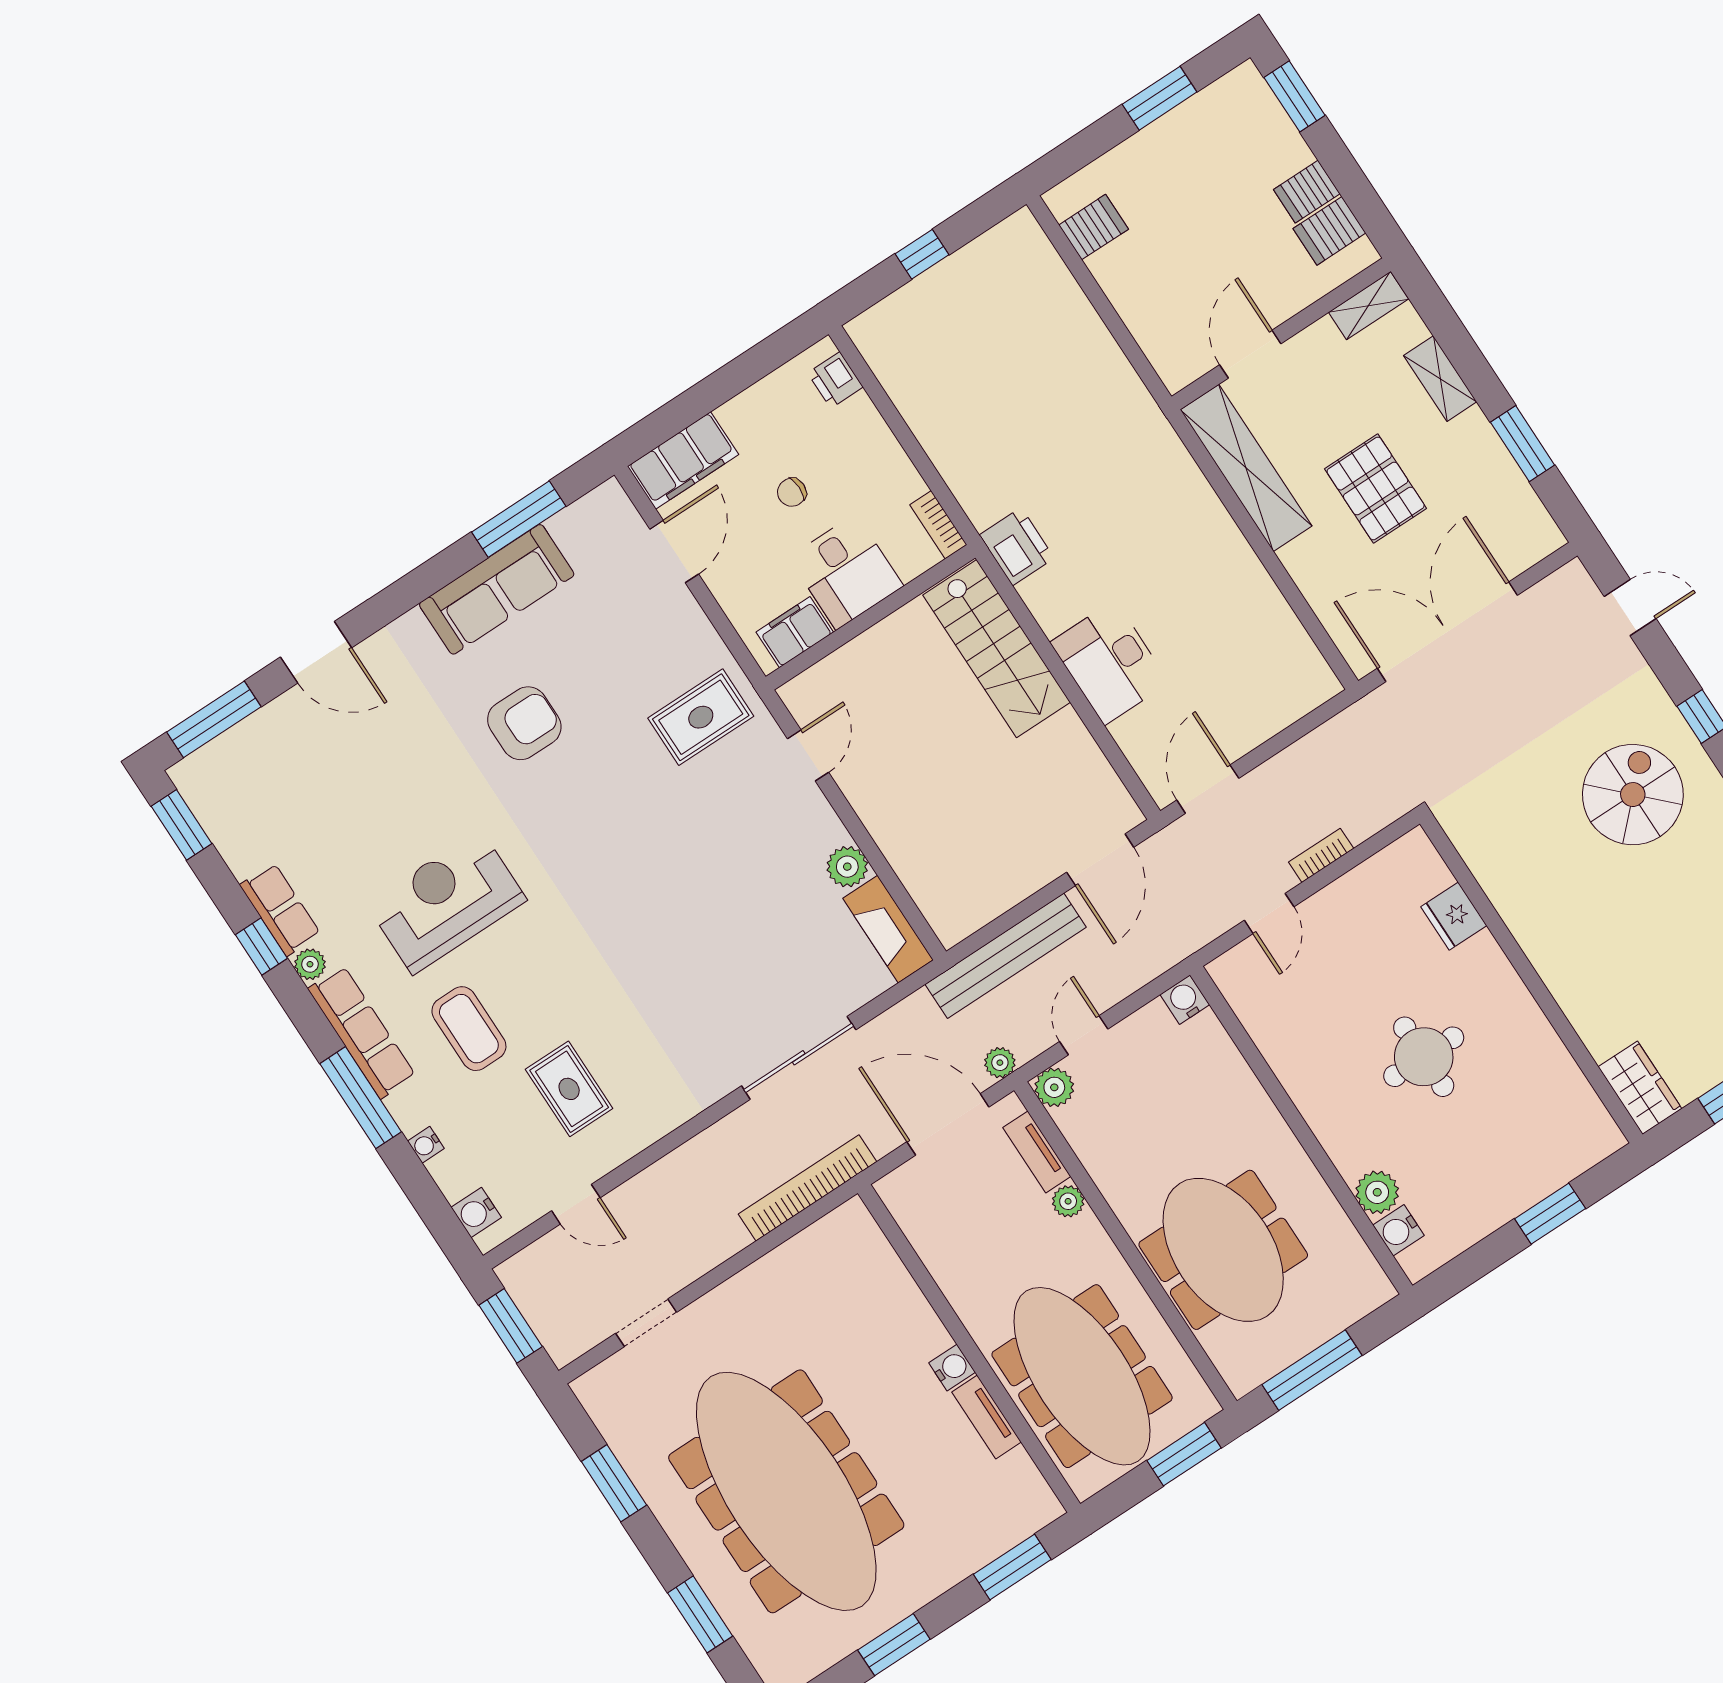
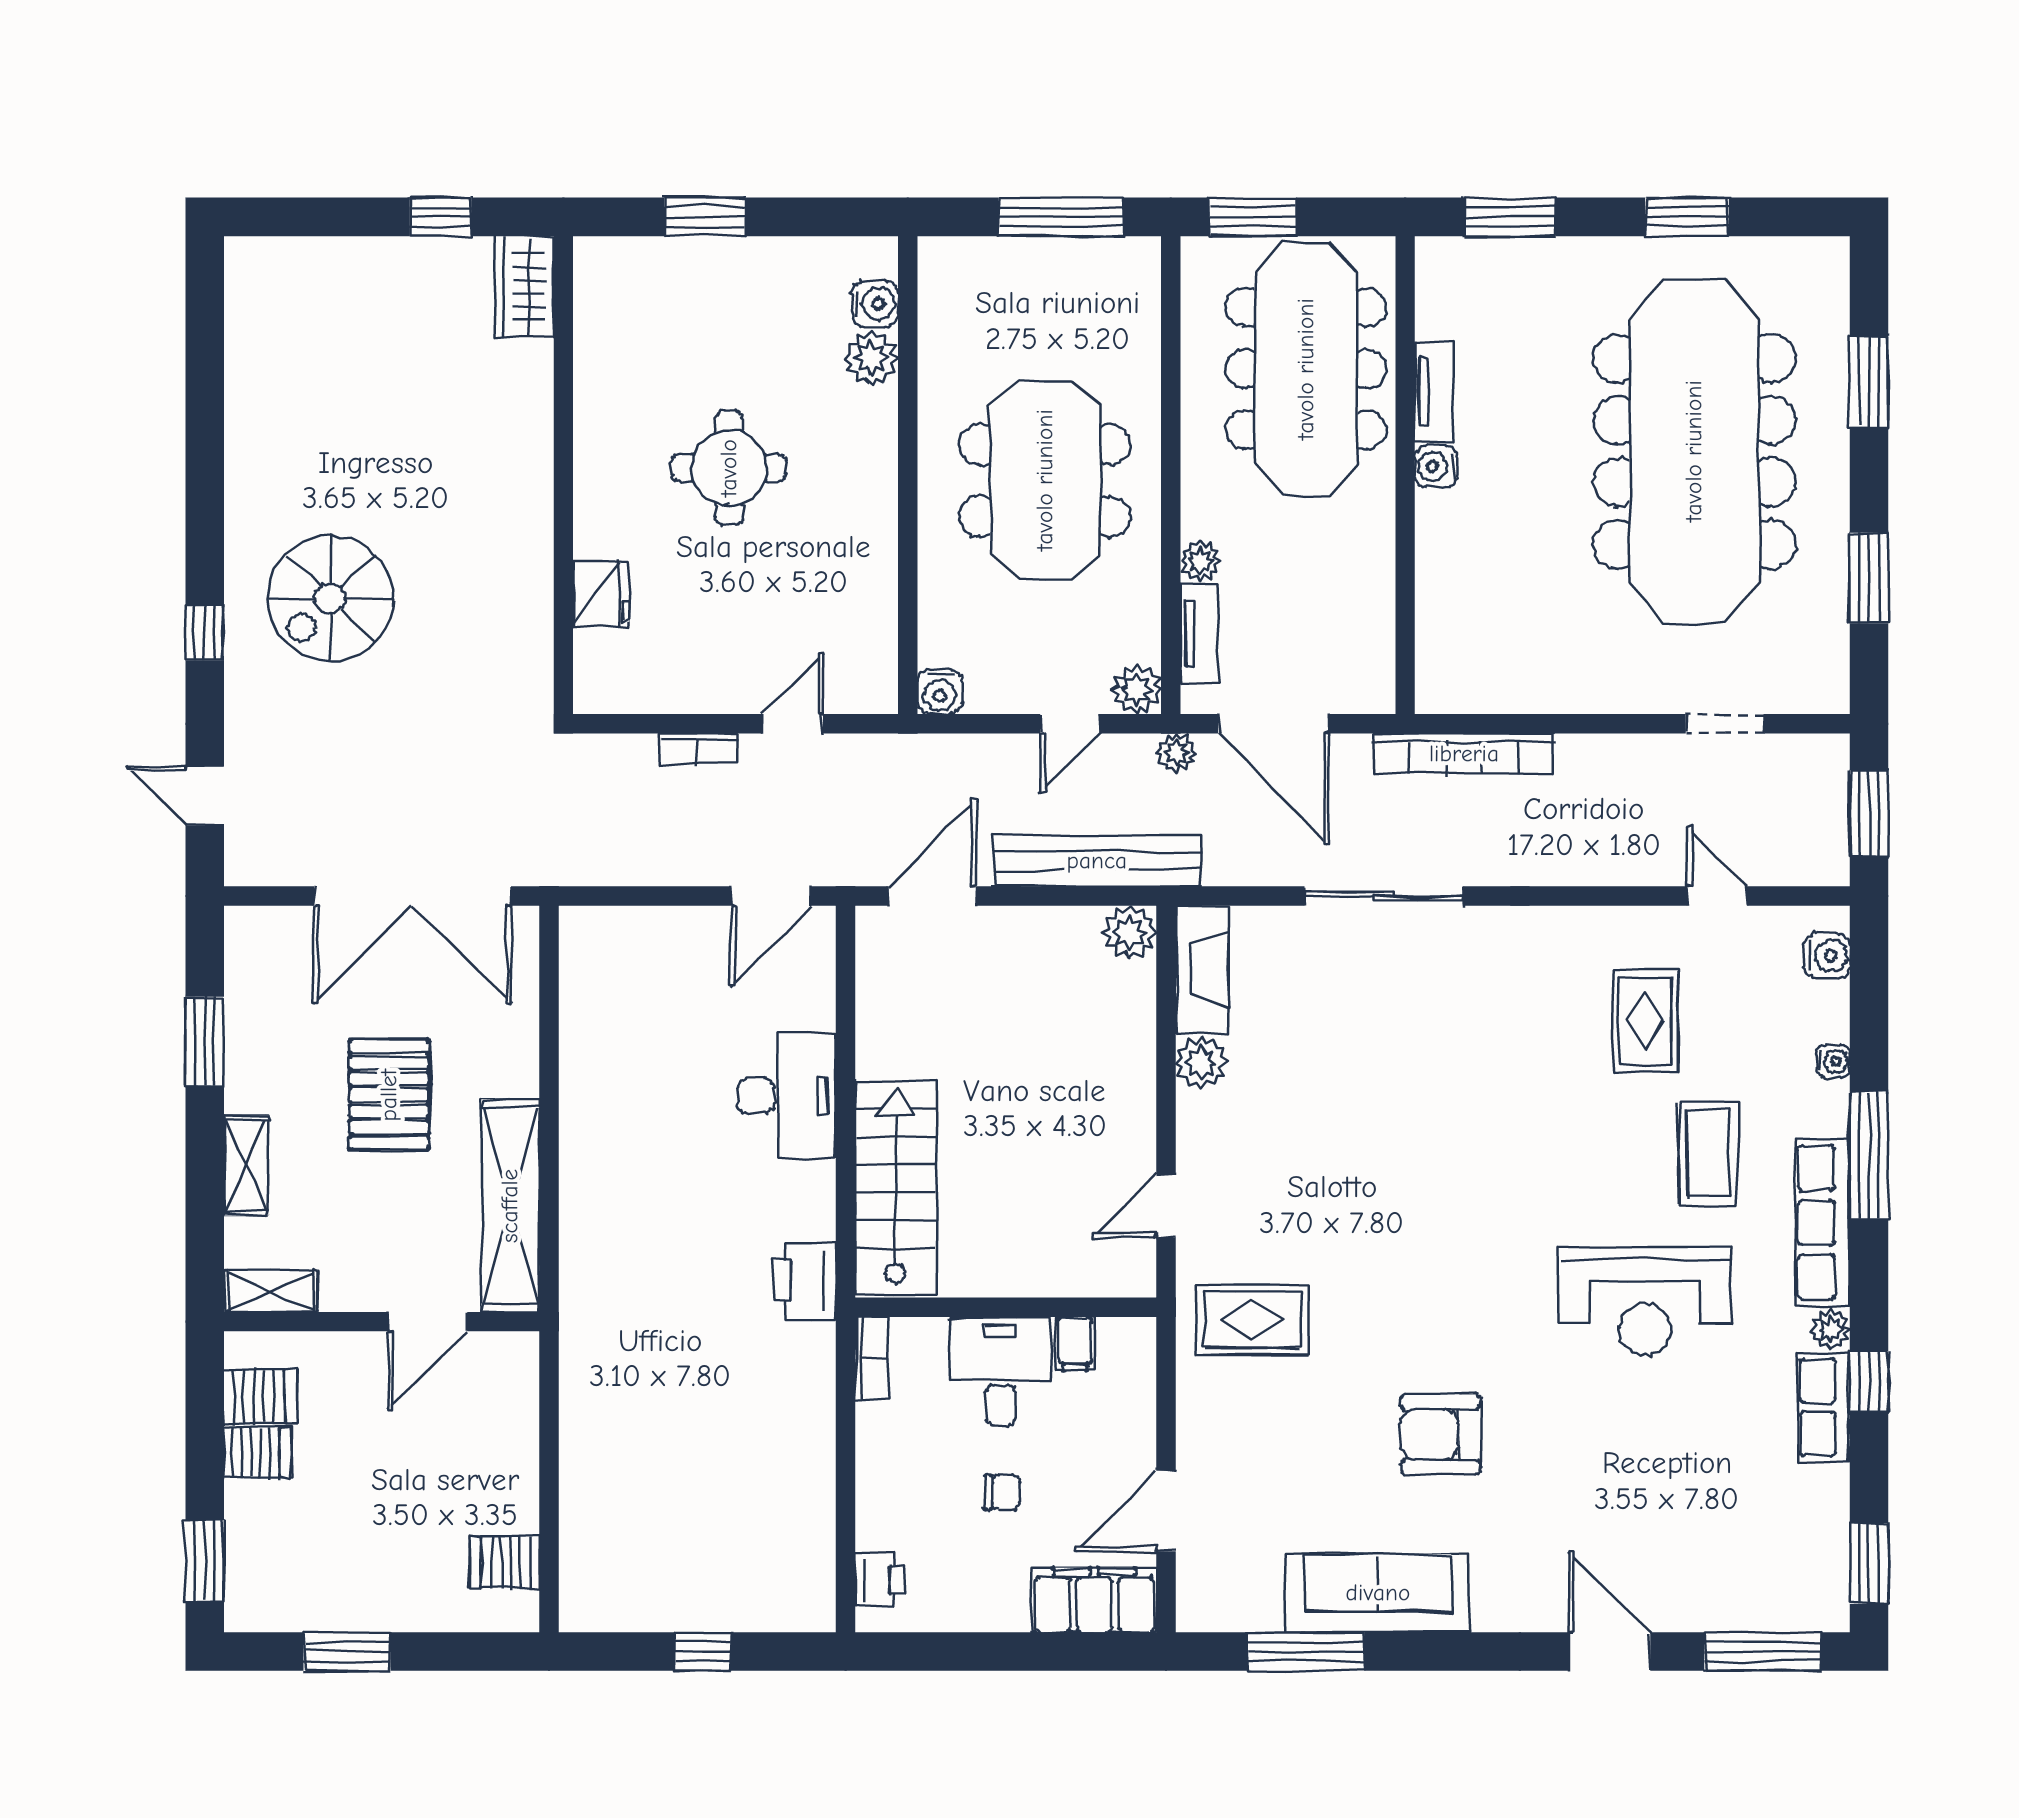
filing cabinet: (795, 632) -> (1075, 1344), width x0.50
plant: (952, 922) -> (1130, 932), added
meeting table: (1223, 1250) -> (1045, 480), moved

